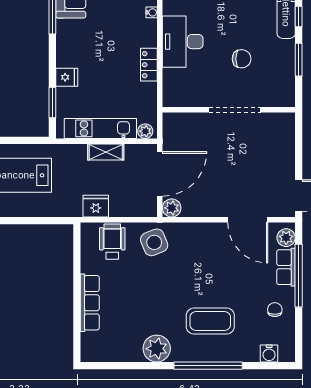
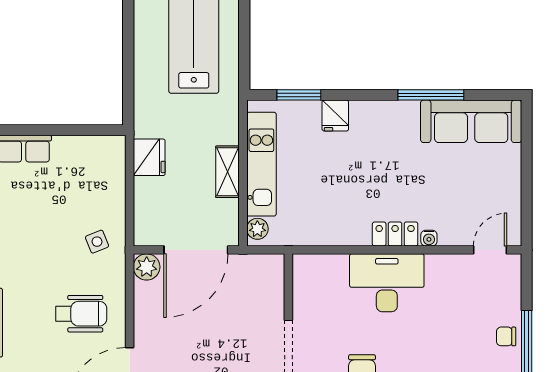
locker: (149, 65) -> (395, 234), moved
door: (160, 174) -> (196, 250), hinge flipped
wheelchair: (112, 242) -> (81, 314), moved
side table: (154, 242) -> (97, 242), width x0.54, depth x0.54

